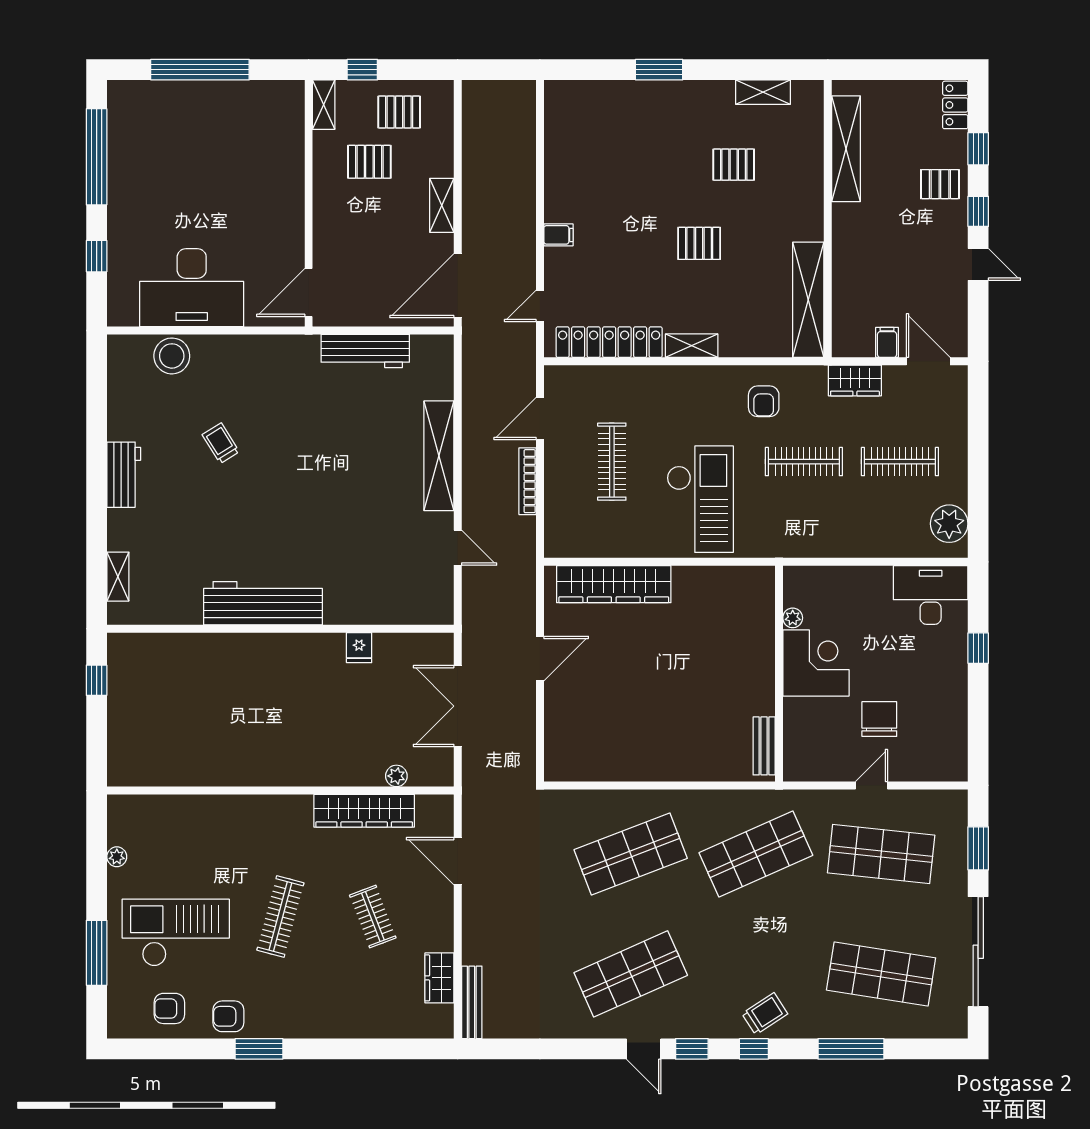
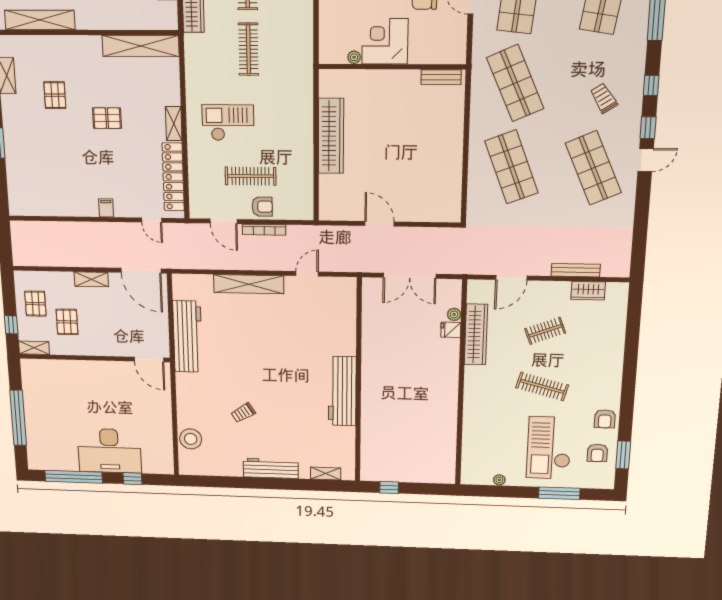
pallet: (699, 243) -> (107, 118), turned 90
desk: (192, 288) -> (109, 451), moved, turned 90
workbench: (365, 351) -> (188, 337), width x1.36, depth x1.32
armchair: (764, 401) -> (262, 207), moved
workbench: (124, 475) -> (271, 468), width x1.38
checkout: (700, 499) -> (228, 123), moved, width x0.73, depth x0.83
wardrobe: (614, 584) -> (331, 136), moved
fridge: (359, 648) -> (451, 330), moved, turned 180
bench: (472, 1002) -> (576, 270), moved
trolley: (765, 1014) -> (604, 98), moved
window: (259, 1049) -> (623, 455), moved

